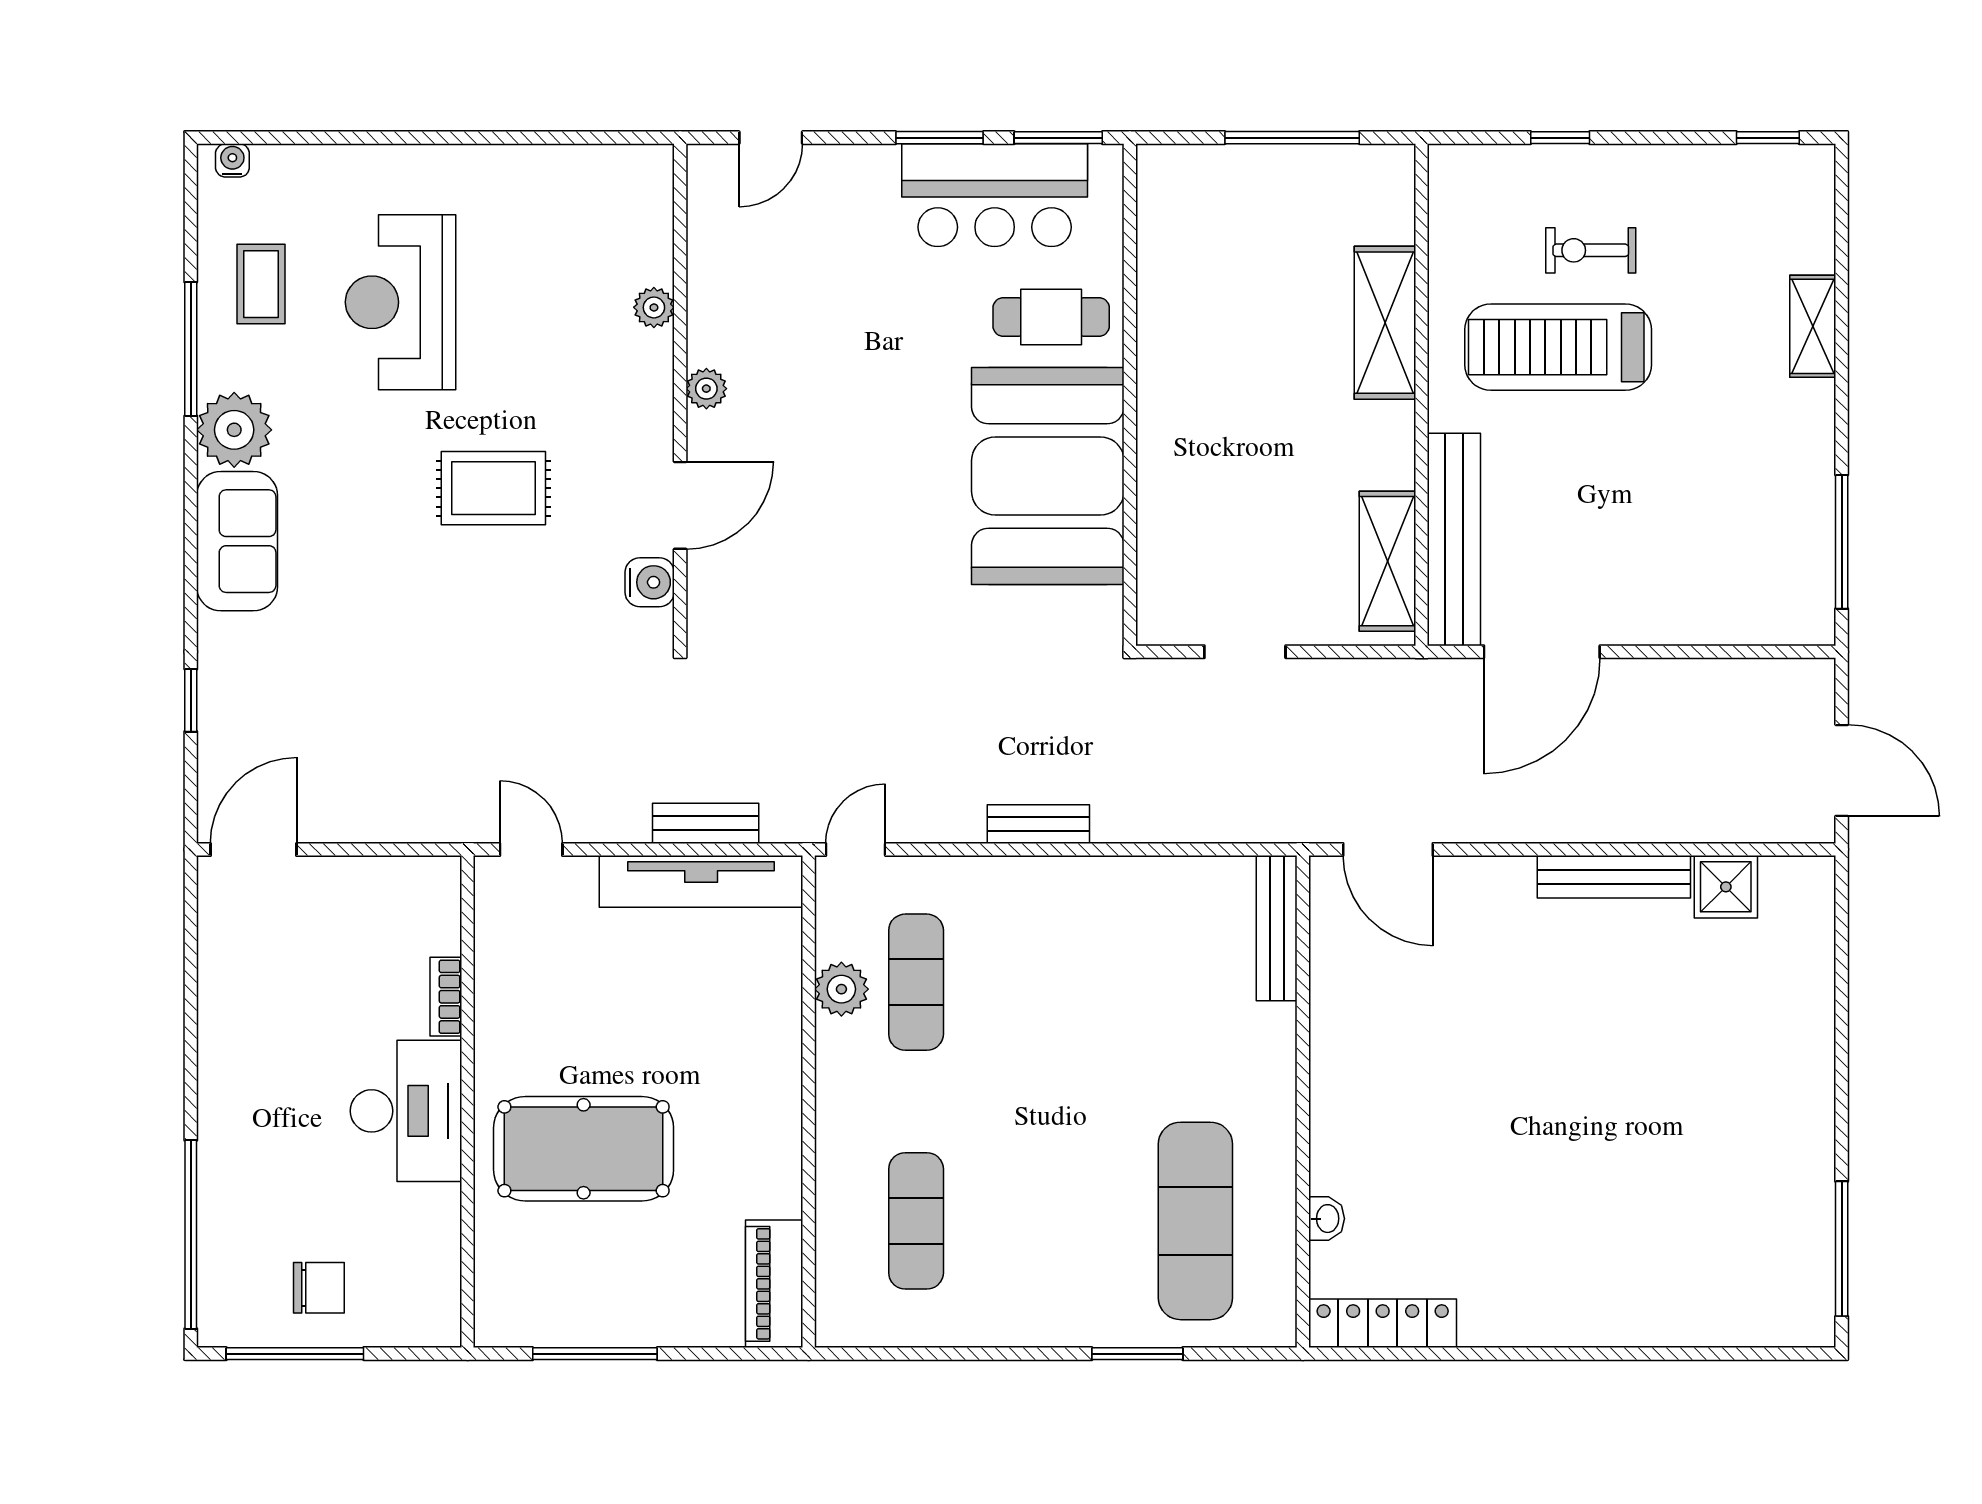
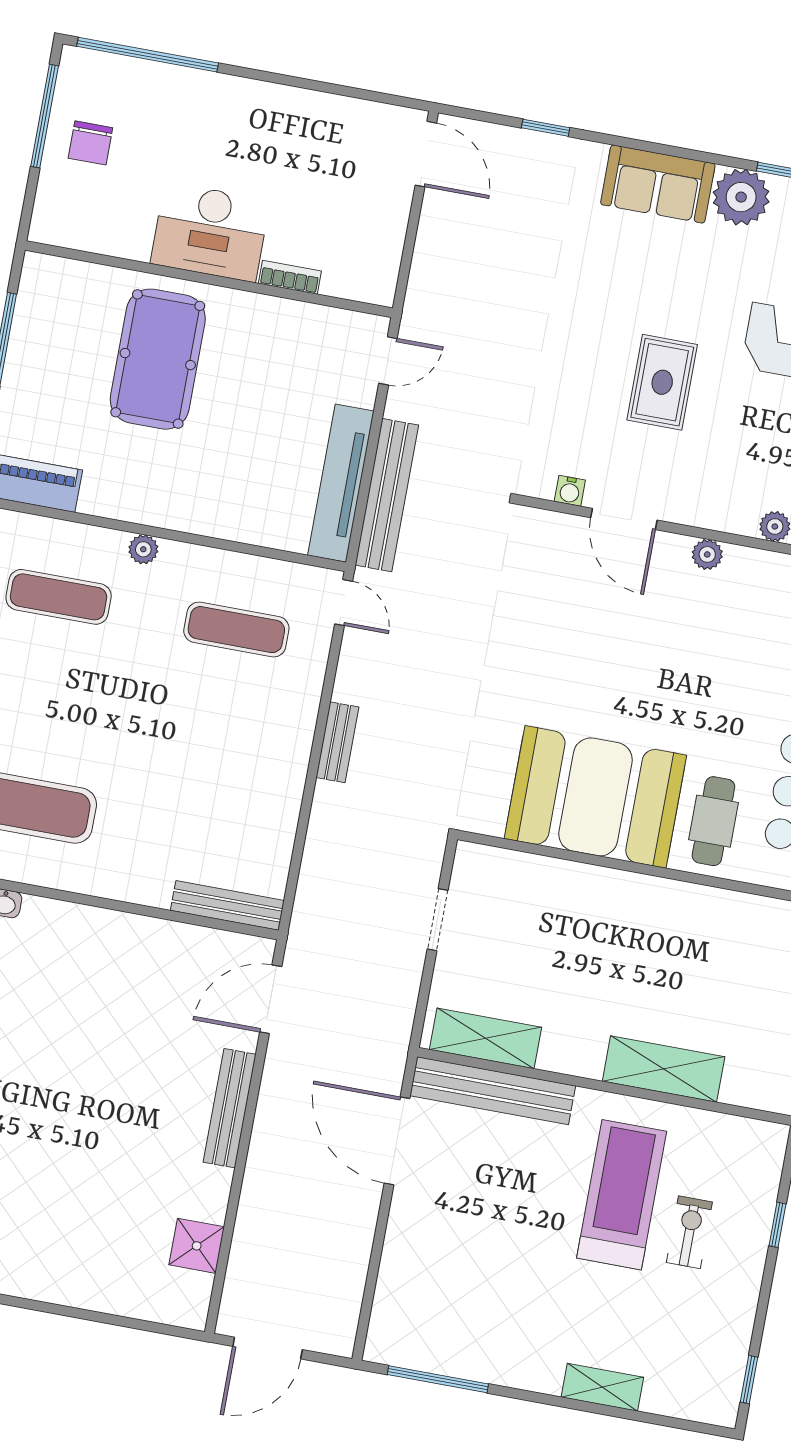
water cooler: (650, 582) -> (570, 491), width x0.72, depth x0.72
bench: (706, 823) -> (387, 495), width x1.86, depth x1.21
bench: (1614, 877) -> (230, 1108), moved
plant: (841, 989) -> (143, 549), moved, width x0.73, depth x0.73

